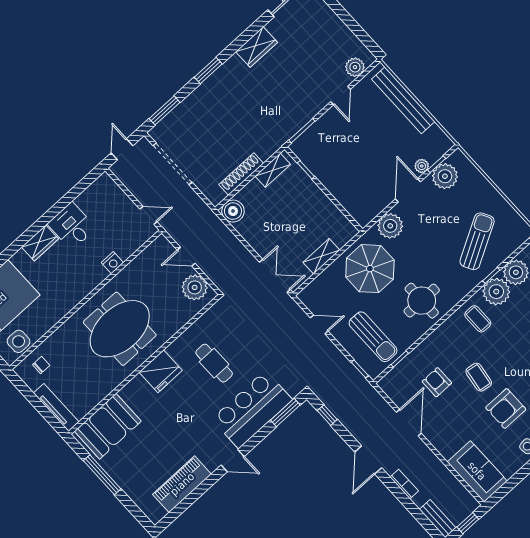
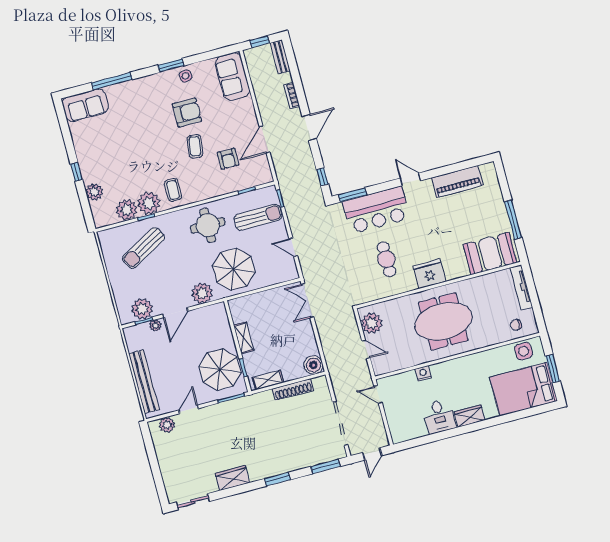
parasol: (329, 155) -> (220, 370), added
shelving: (321, 256) -> (244, 338), moved, turned 90
sun lounger: (373, 337) -> (258, 217), turned 90

